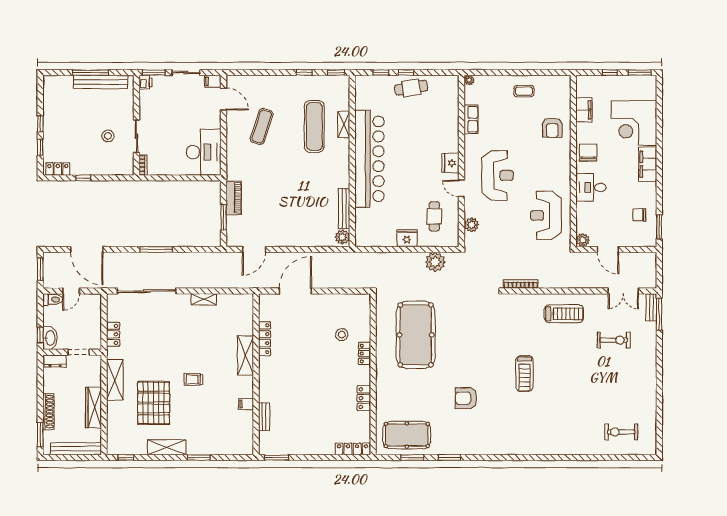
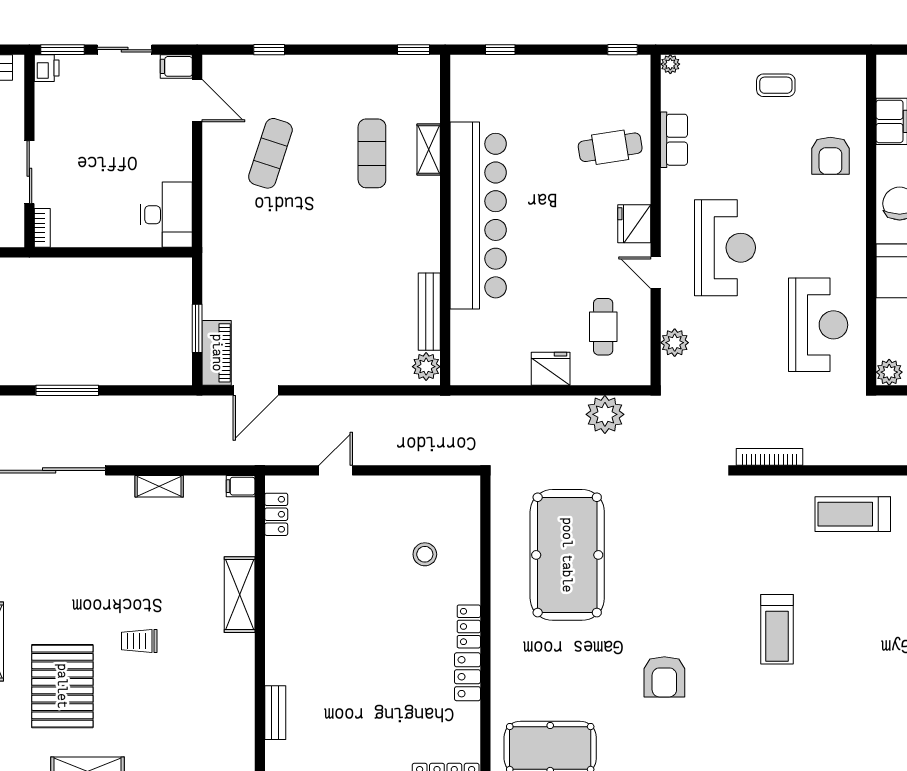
window: (304, 73) -> (269, 50), moved
window: (406, 73) -> (622, 50), moved
cafe table: (411, 88) -> (610, 147), moved
exercise mat: (314, 126) -> (372, 153), width x0.73, depth x0.69
desk: (204, 152) -> (166, 215), width x0.73, depth x0.77
piano: (234, 198) -> (217, 353), moved
reception desk: (546, 215) -> (818, 325), turned 180
door: (295, 291) -> (336, 470), width x0.53
treadmill: (564, 314) -> (853, 514), turned 180
locker: (265, 339) -> (276, 514), moved, width x0.66
locker: (365, 354) -> (469, 626), moved
armchair: (466, 398) -> (664, 677), turned -90
filing cabinet: (246, 404) -> (241, 486), moved

